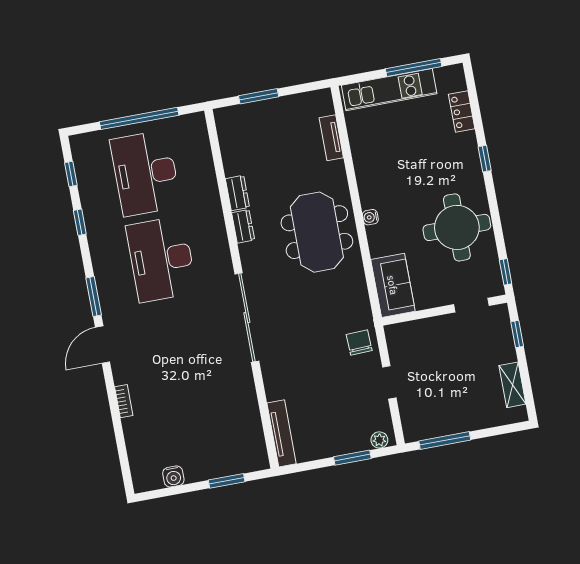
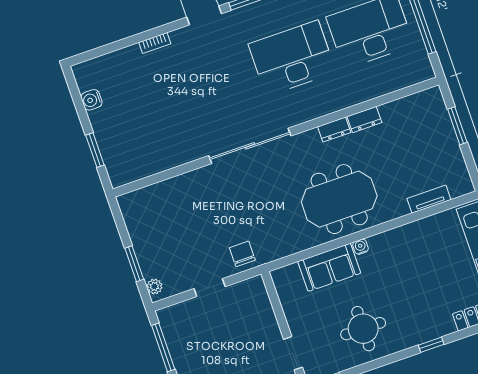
round table: (457, 227) -> (363, 329), width x0.73, depth x0.73
sofa: (393, 285) -> (329, 267), moved
chair: (359, 342) -> (242, 254), turned -88
tv unit: (282, 433) -> (147, 194), removed

